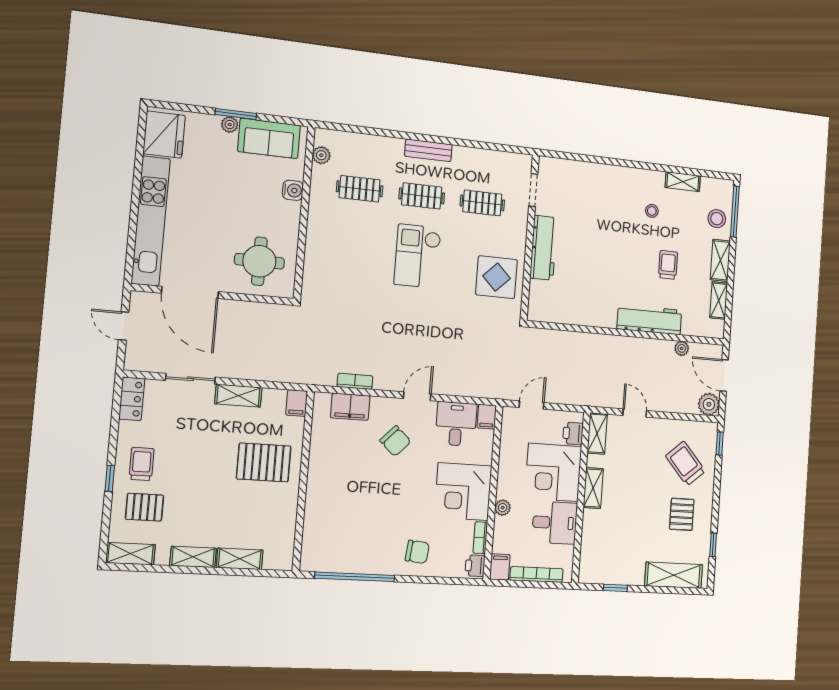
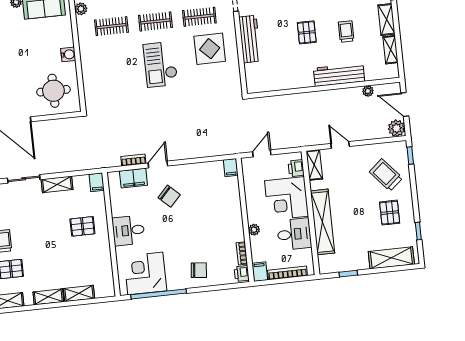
water cooler: (293, 190) -> (68, 54), moved
pallet: (618, 255) -> (307, 32), added
display table: (496, 277) -> (210, 49), moved
door: (417, 396) -> (158, 165), moved
desk: (456, 424) -> (128, 230), moved, turned -90
pallet: (264, 462) -> (82, 226), width x0.67, depth x0.71
shelving: (593, 488) -> (322, 222), width x2.20, depth x1.33
corner desk: (463, 492) -> (145, 273), moved, turned 90

